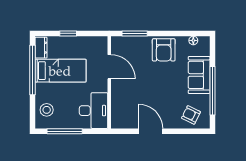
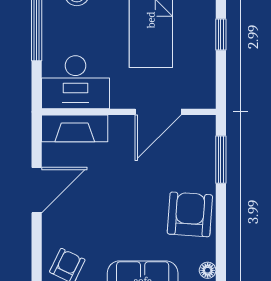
armchair: (164, 50) -> (190, 214), turned 94
fireplace: (118, 111) -> (75, 128), added

